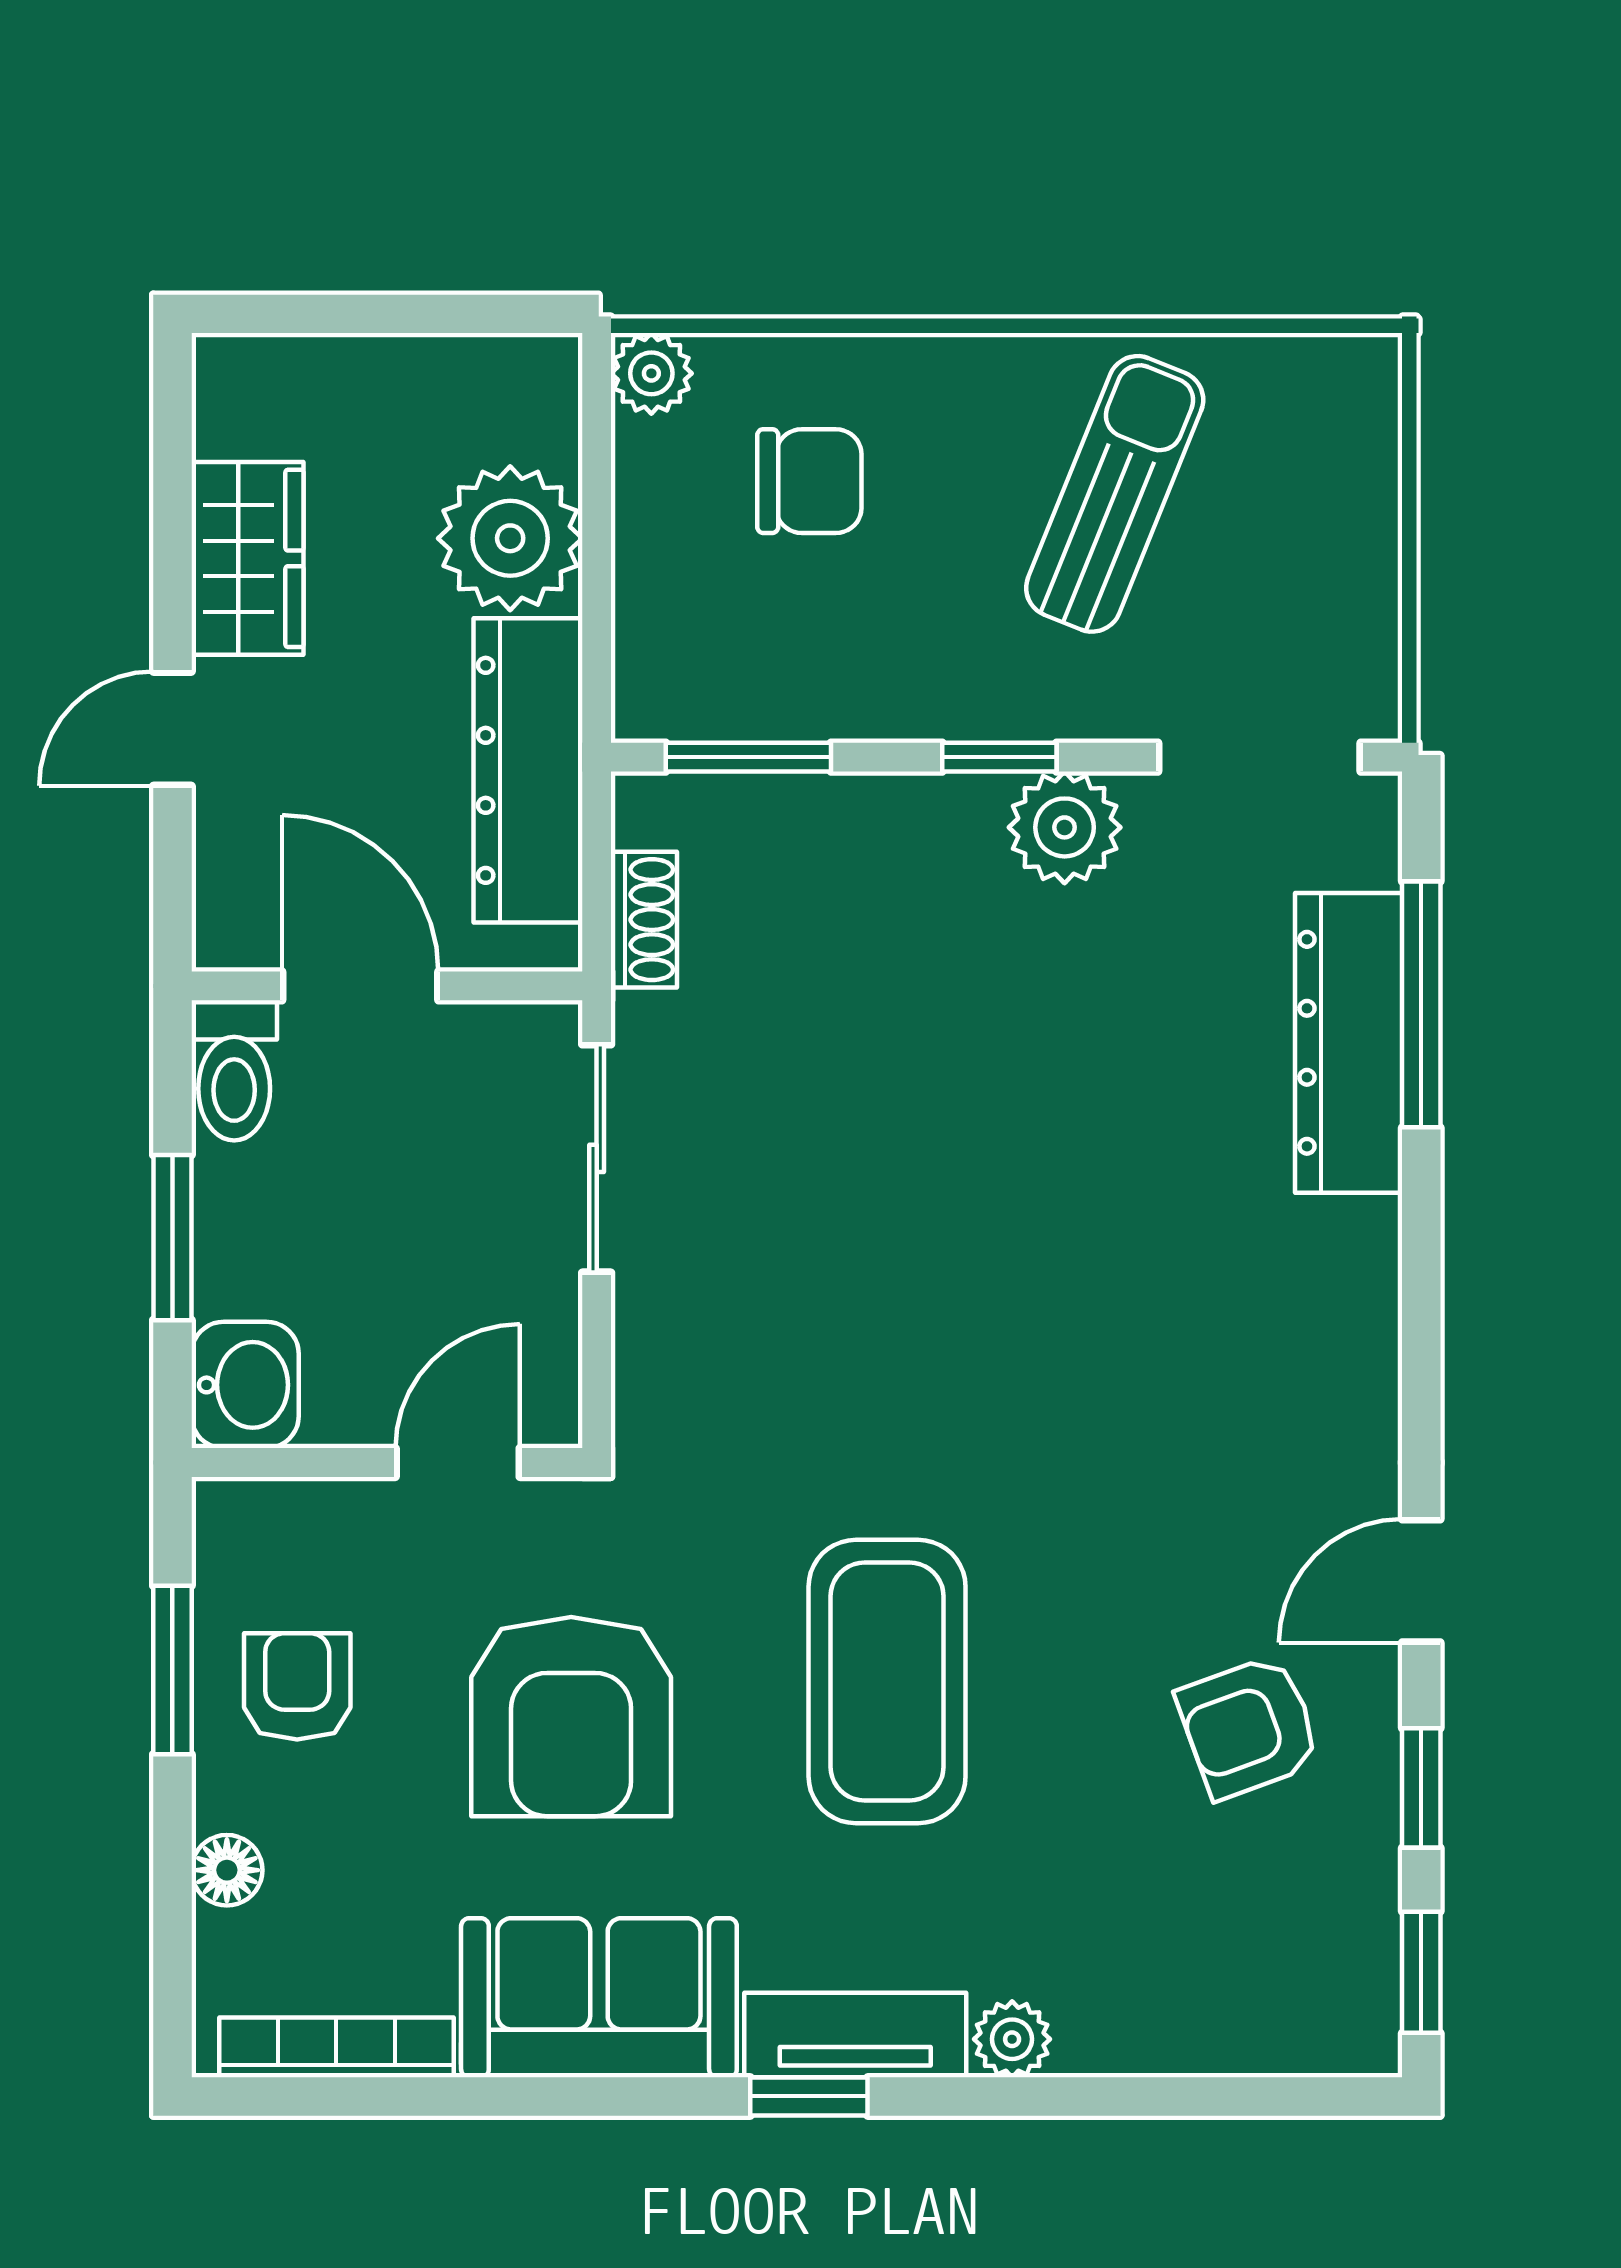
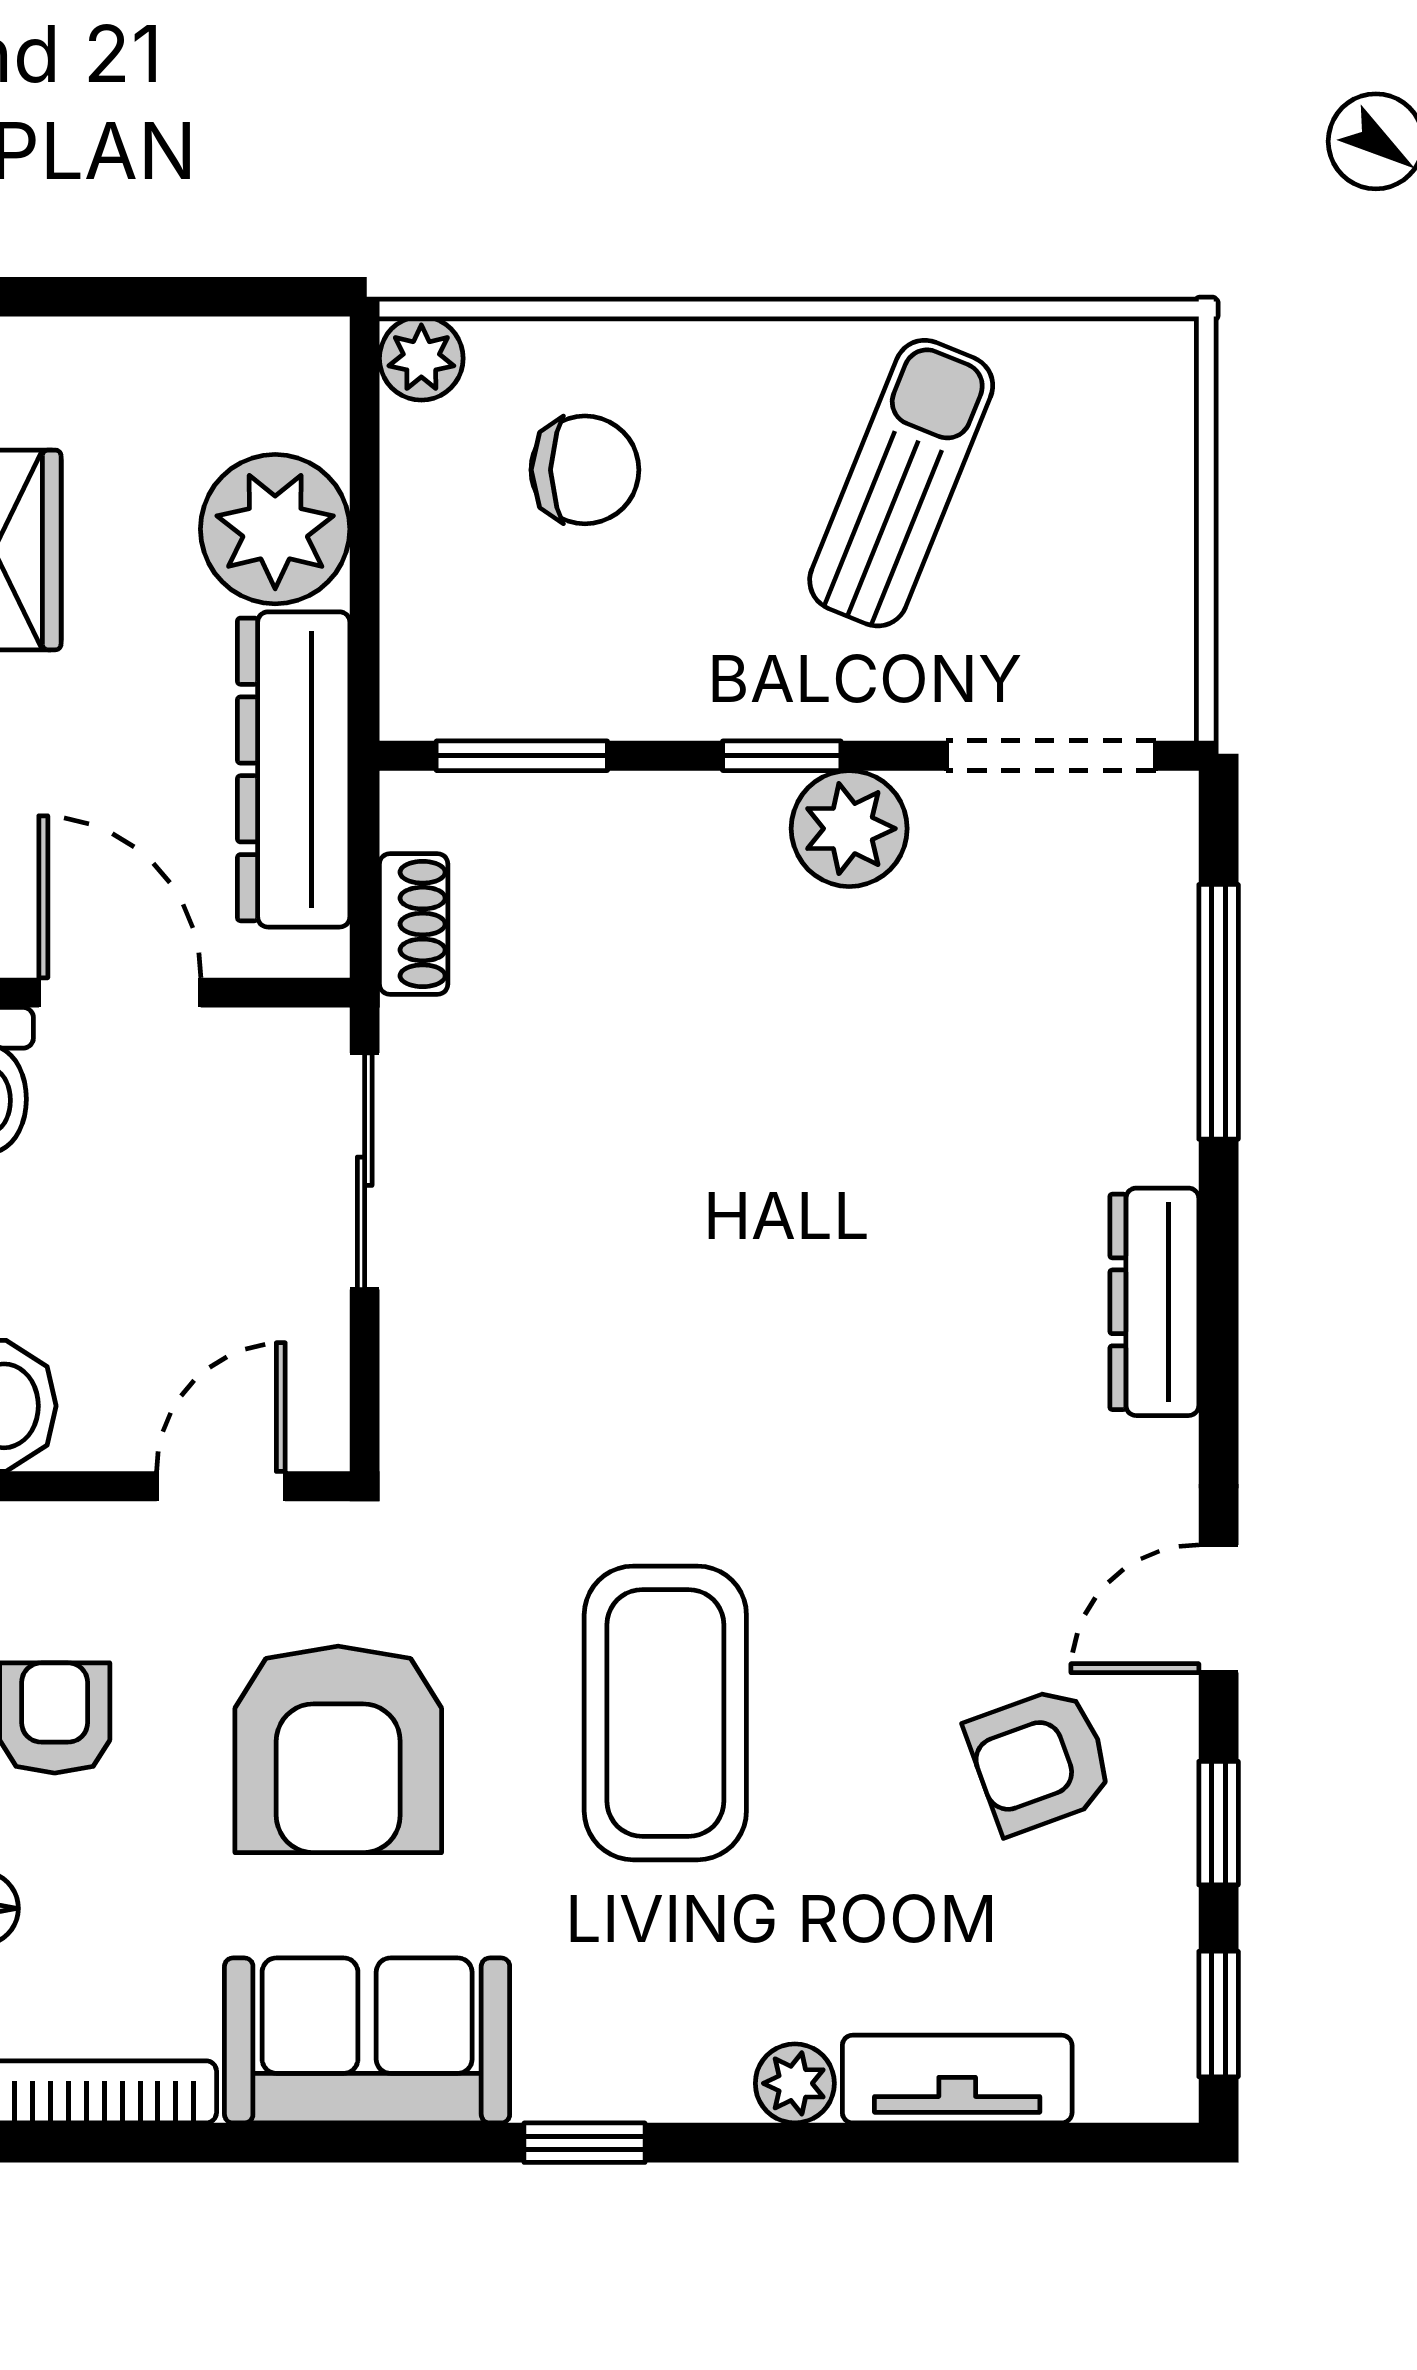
dresser: (1349, 1043) -> (1154, 1302), moved, width x0.73, depth x0.80
tv unit: (855, 2035) -> (957, 2079), moved

